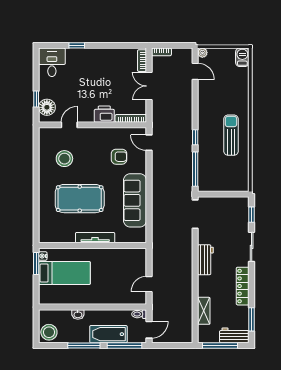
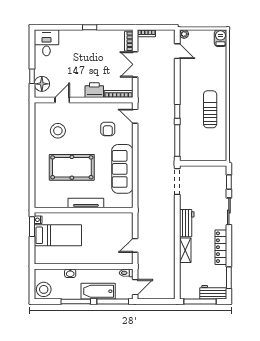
window: (77, 45) -> (90, 27), moved
armchair: (119, 157) -> (108, 129), turned 90
shelving: (204, 311) -> (185, 250), moved

